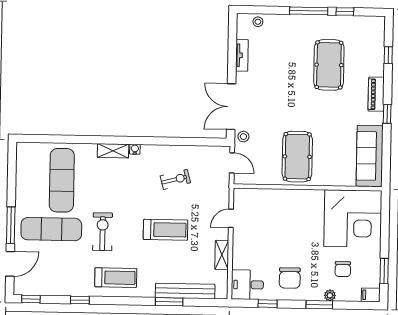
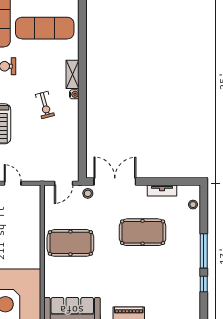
pool table: (329, 65) -> (143, 232), moved
exercise bike: (175, 179) -> (45, 105), moved

